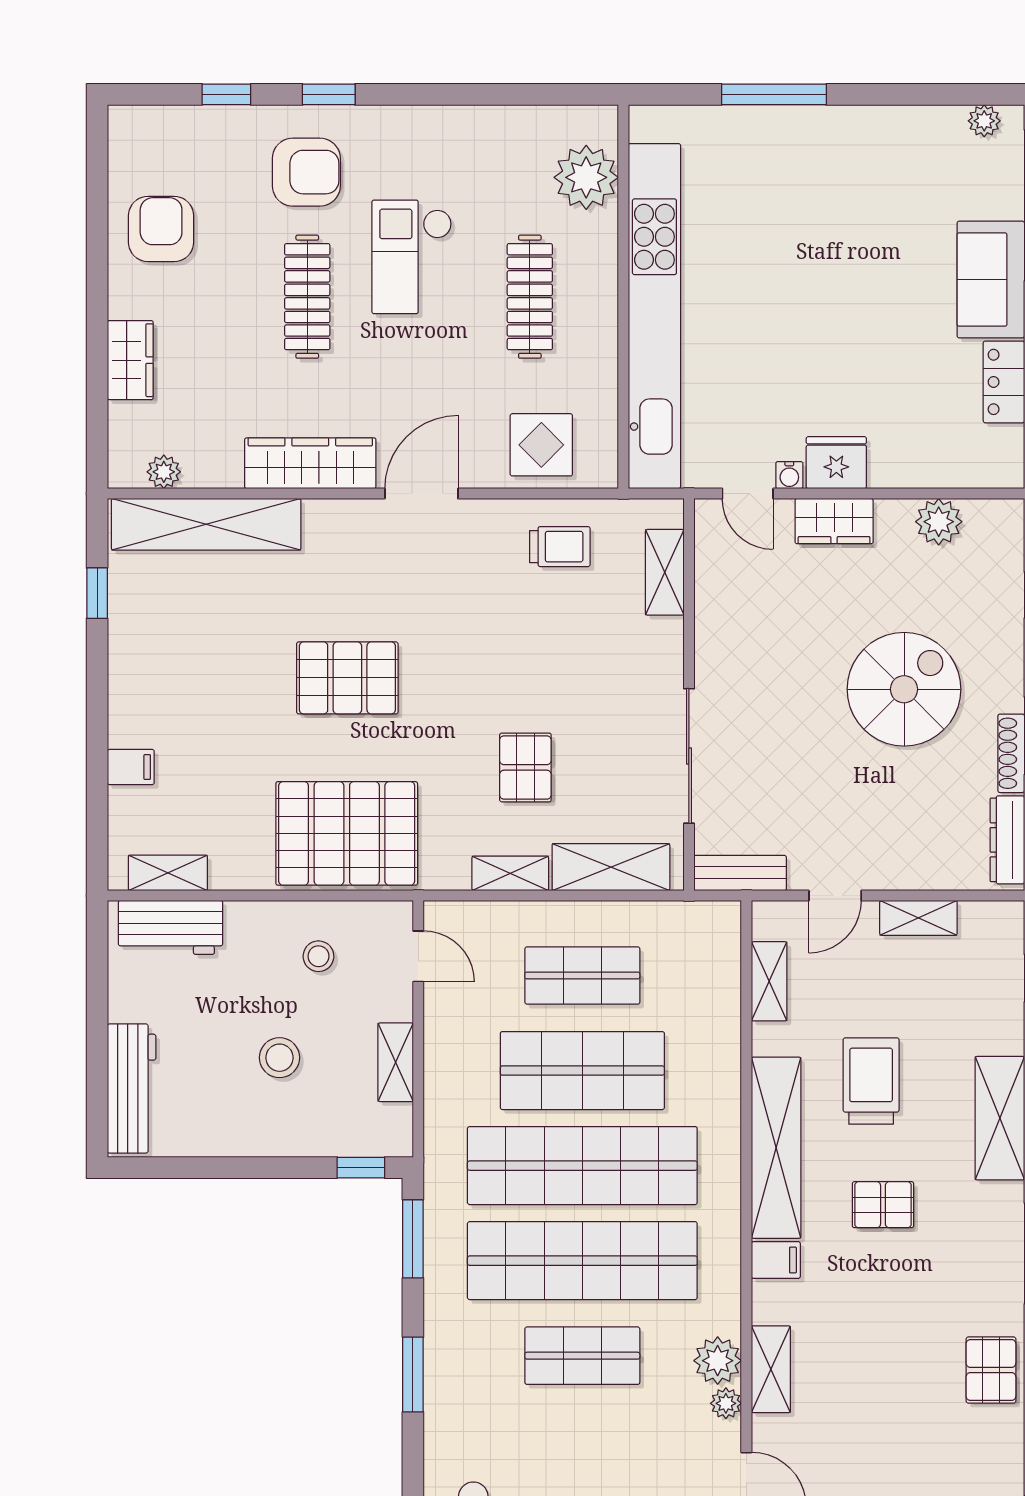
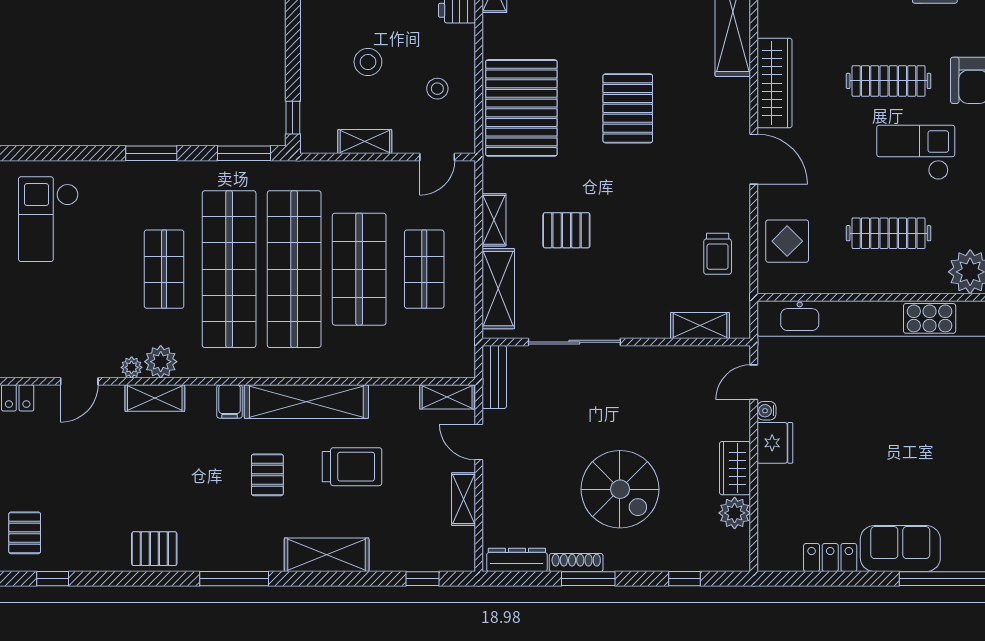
wardrobe: (834, 521) -> (735, 468), moved
shelving: (769, 981) -> (447, 397), moved

